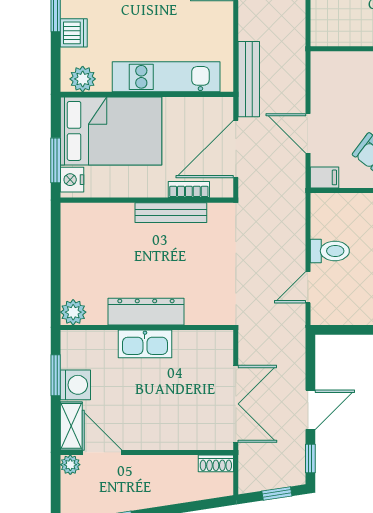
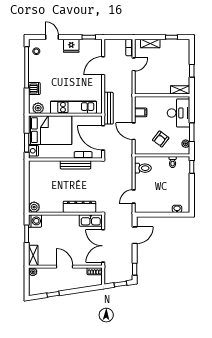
door: (236, 149) -> (103, 138), hinge flipped
filing cabinet: (324, 177) -> (141, 112), moved
toilet: (330, 251) -> (143, 168), moved
dresser: (146, 312) -> (79, 207), moved
kitchen sink: (145, 344) -> (91, 220), moved
washing machine: (75, 385) -> (35, 221), moved
double door: (236, 404) -> (103, 246), swing flipped
door: (310, 410) -> (135, 235), moved
door: (102, 452) -> (65, 267), moved

